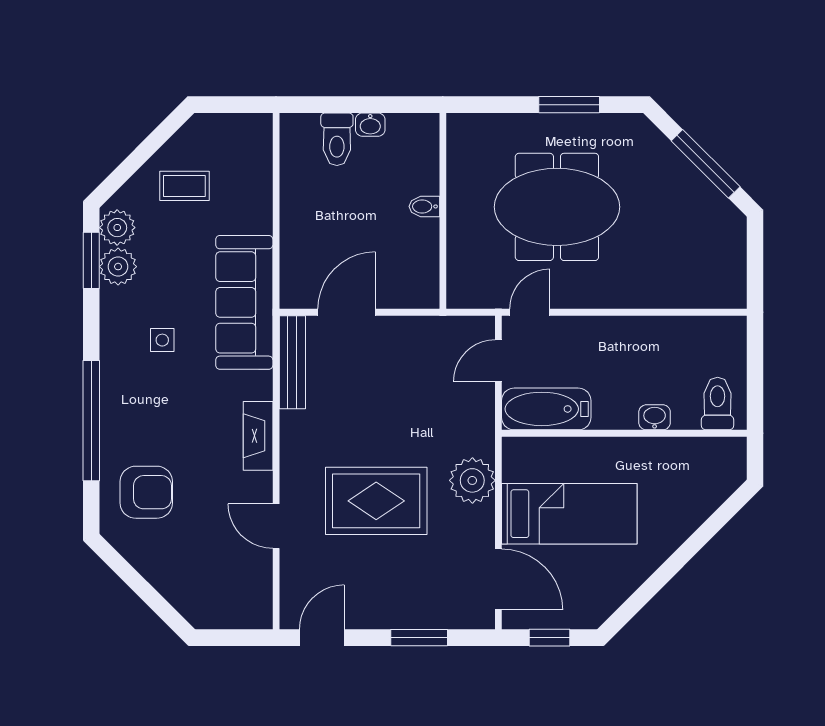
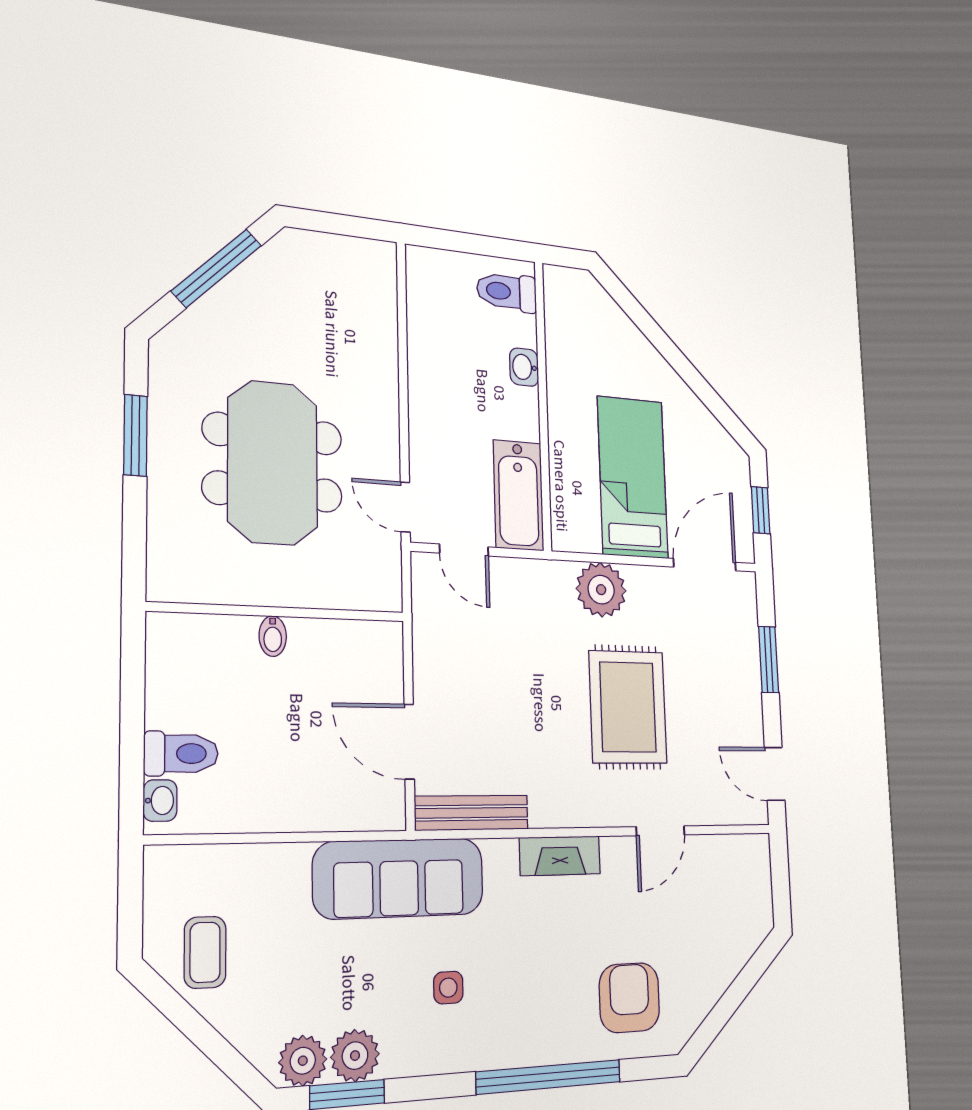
washbasin: (370, 125) -> (160, 801), moved
coffee table: (184, 186) -> (205, 952), moved

